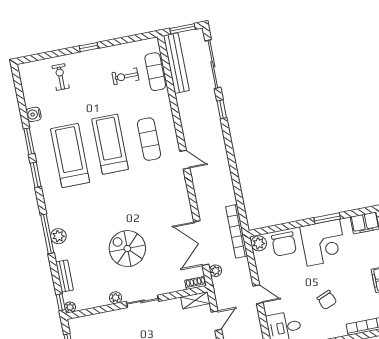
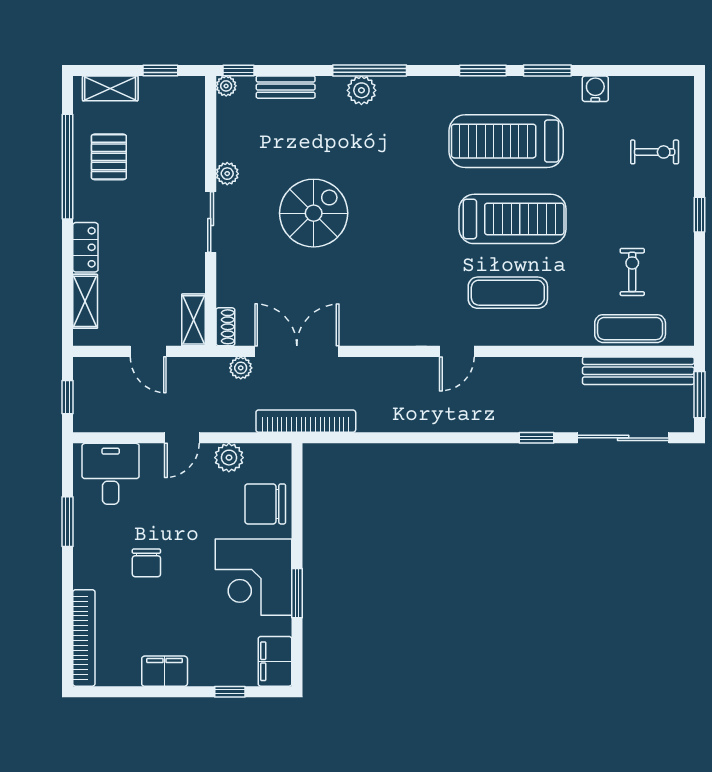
treadmill: (70, 156) -> (506, 141), turned 180
plant: (259, 243) -> (229, 458), moved
chair: (327, 300) -> (146, 563), turned -68

